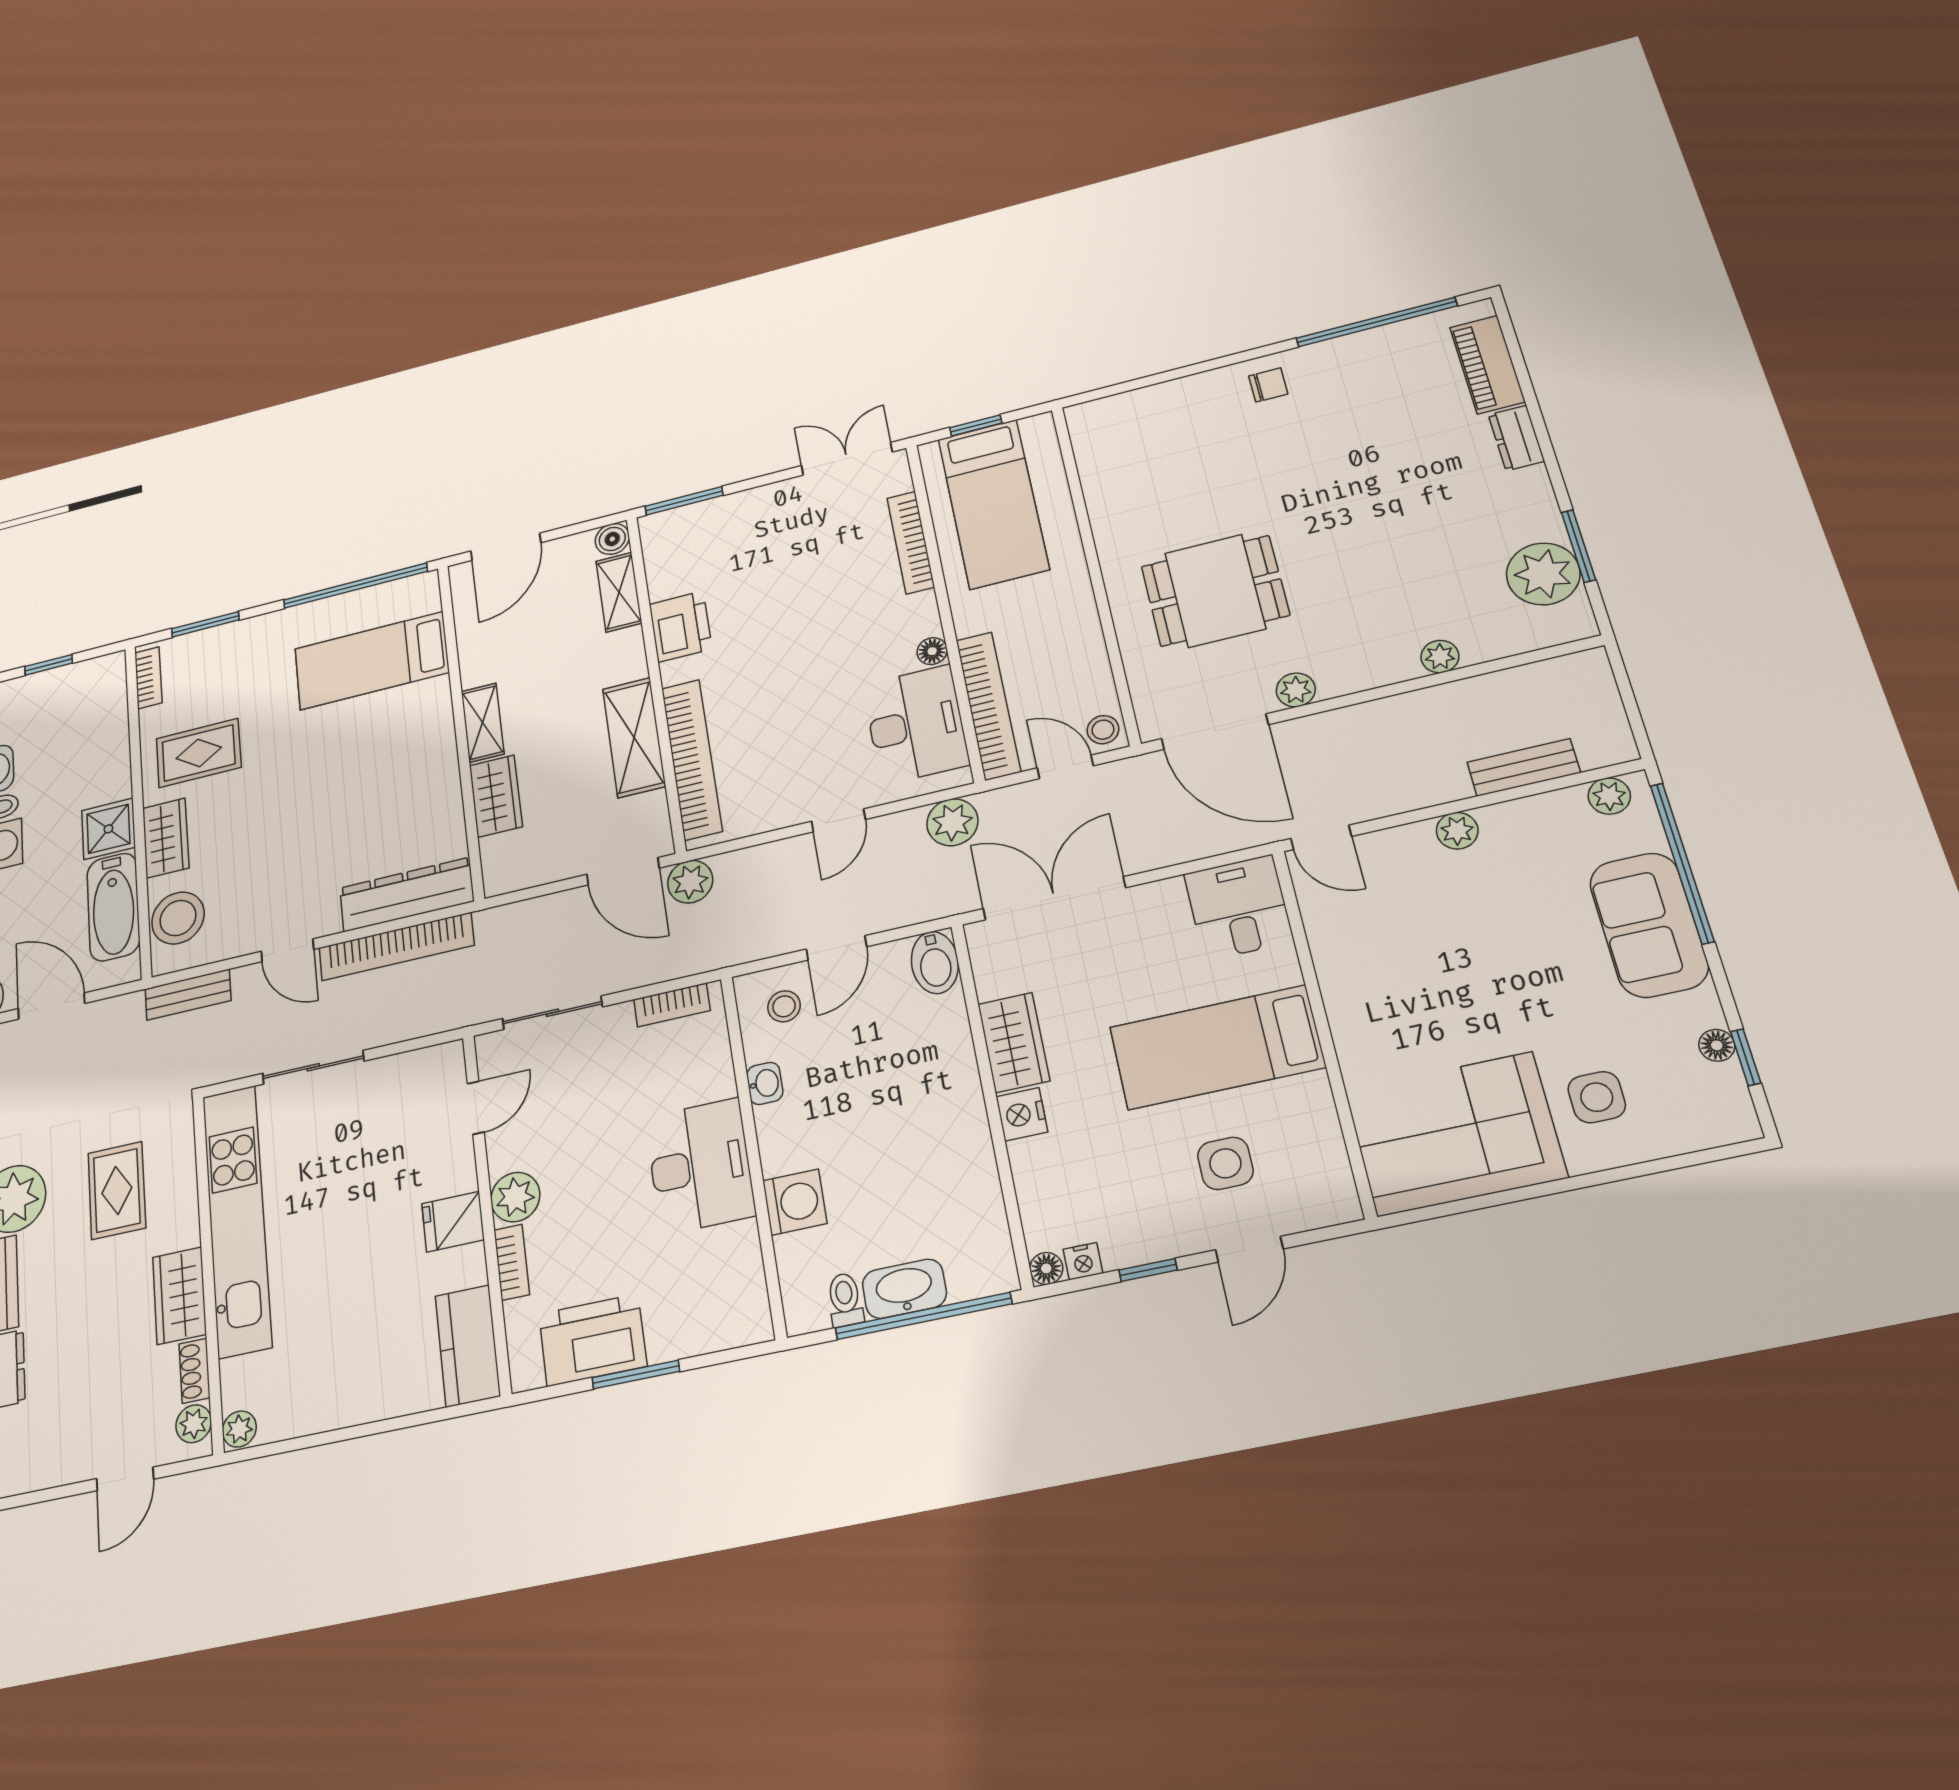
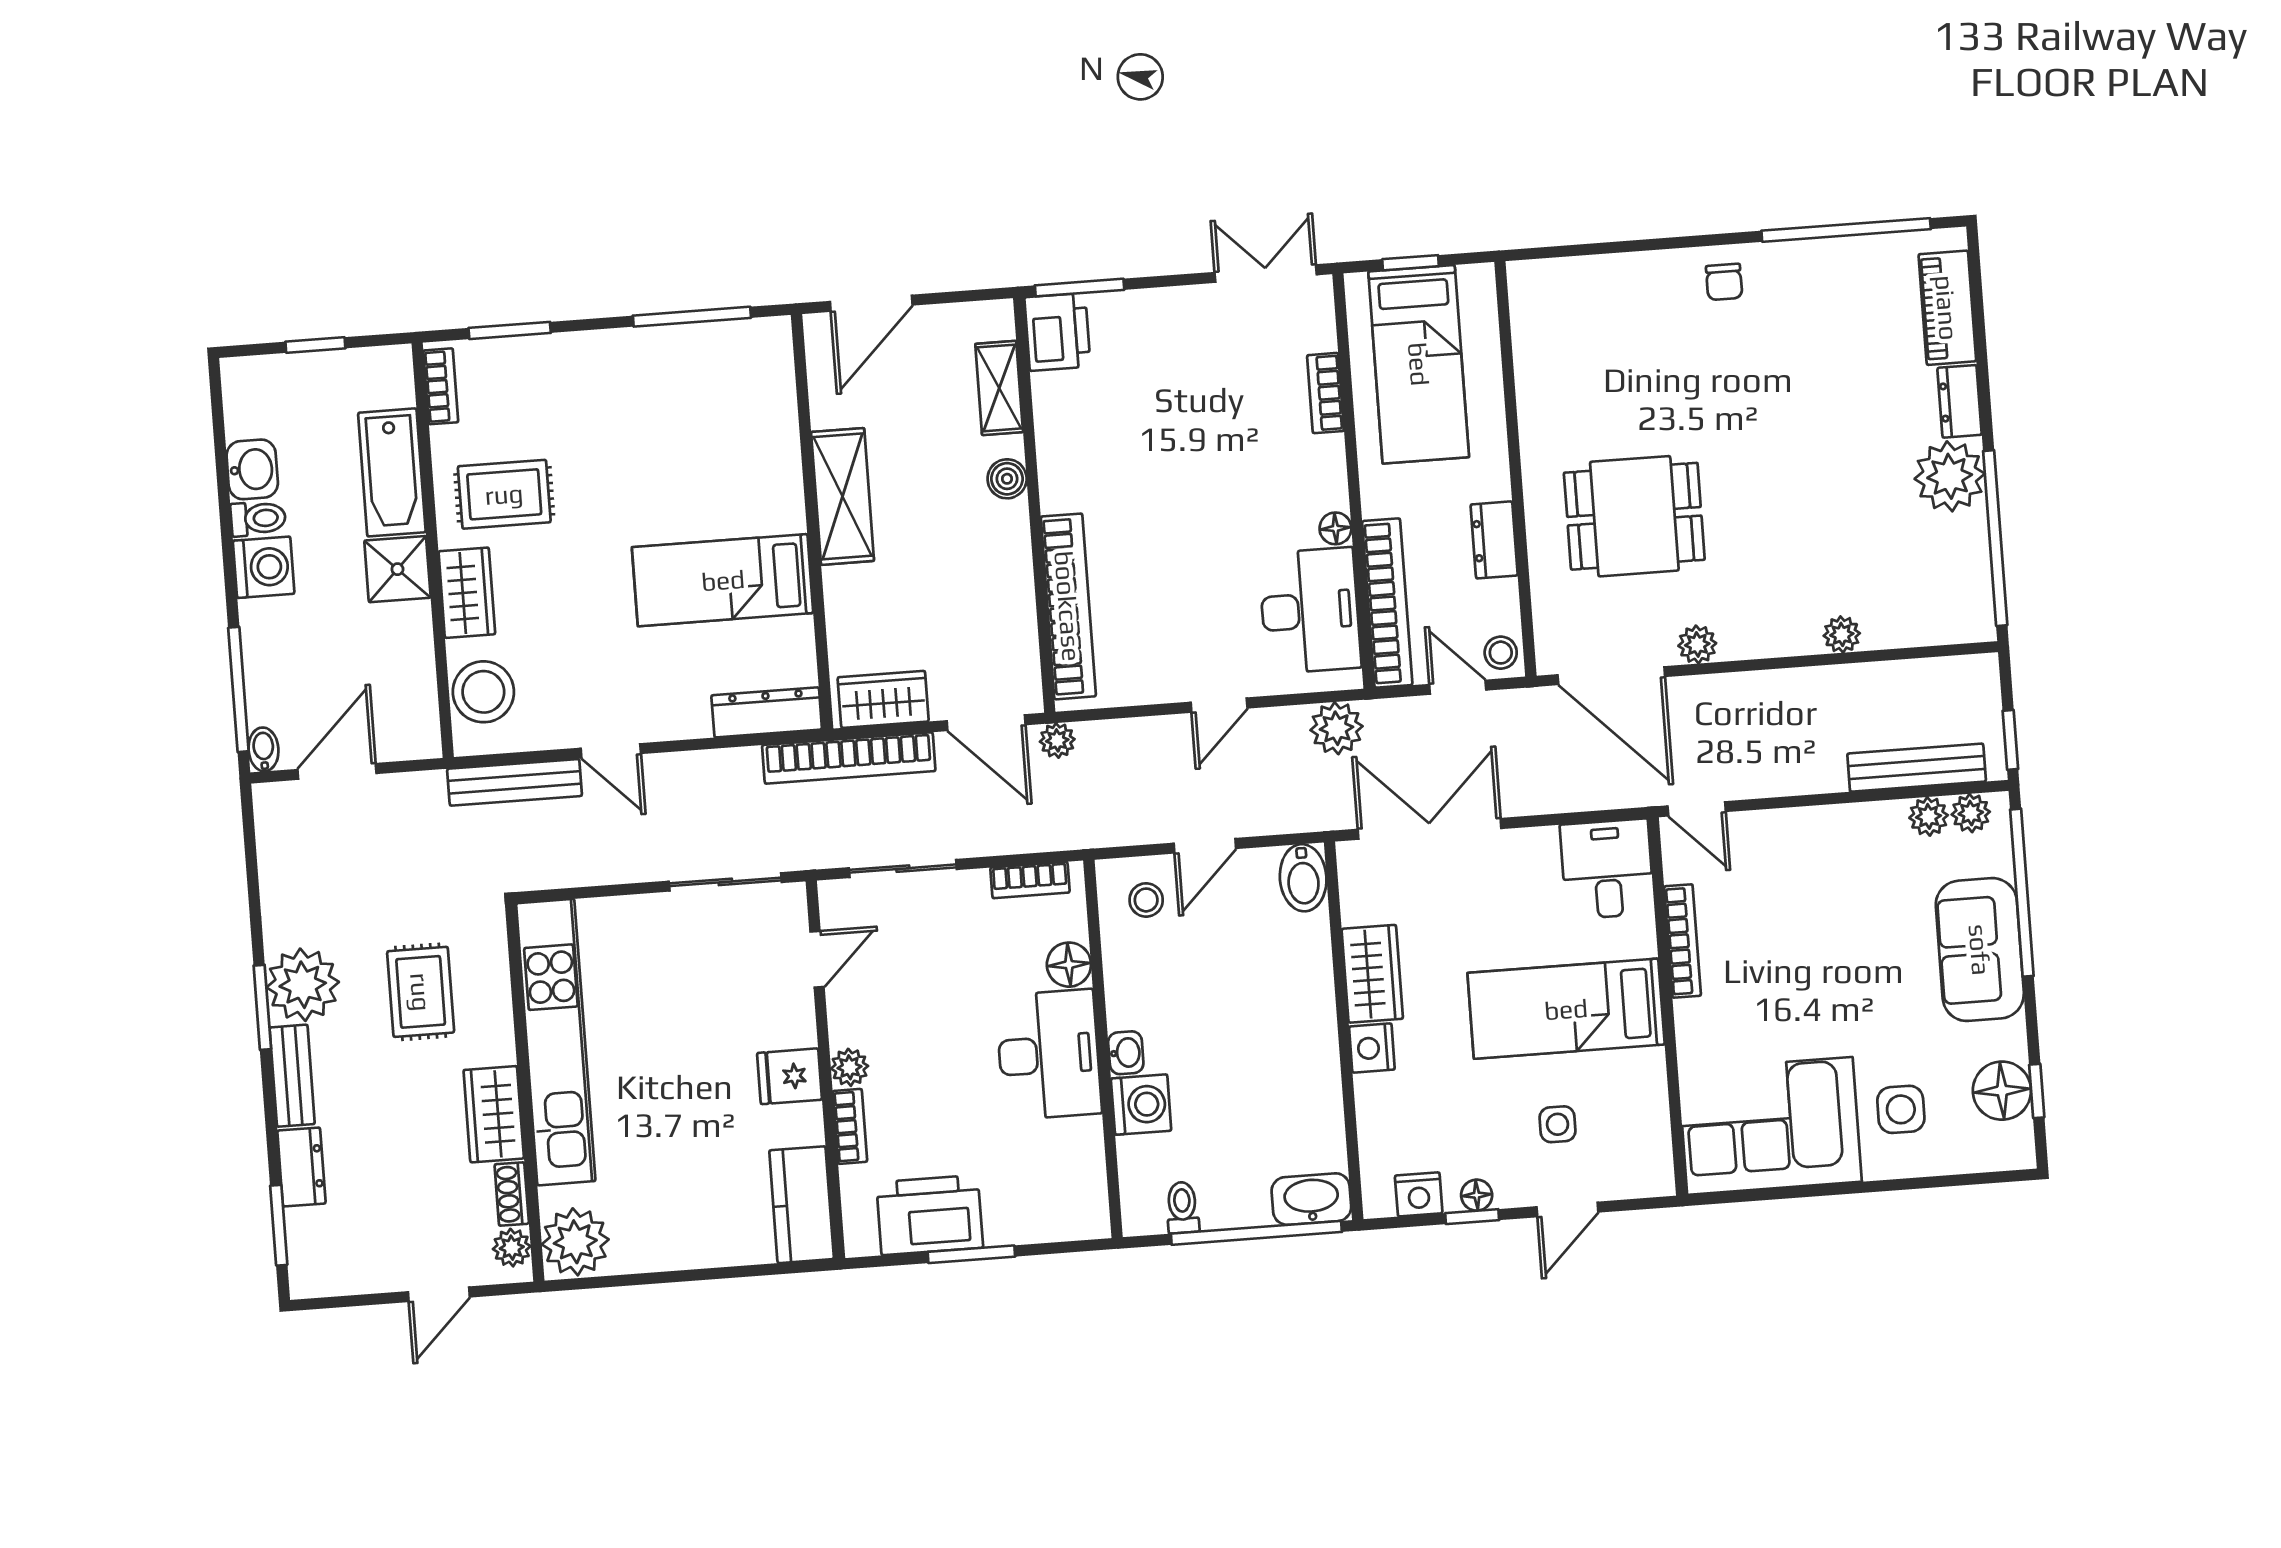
chair: (1268, 385) -> (1724, 282), turned 90
boiler: (612, 539) -> (1007, 479), moved
bookcase: (911, 542) -> (1326, 393), width x0.64
window: (1578, 546) -> (1995, 538), width x2.11
plant: (1543, 574) -> (1950, 476), moved
window: (355, 586) -> (692, 317), width x0.68
printer: (681, 627) -> (1057, 332), moved
dresser: (1083, 634) -> (1494, 540), added
bed: (372, 661) -> (723, 580), moved
window: (1636, 722) -> (2010, 740), added
shelving: (483, 723) -> (843, 496), width x1.50, depth x1.33
shelving: (634, 737) -> (1007, 569), removed
bench: (1524, 767) -> (1917, 768), width x1.36
wardrobe: (496, 796) -> (883, 699), moved, turned -90
plant: (1457, 831) -> (1929, 816), moved
plant: (690, 882) -> (1057, 740), width x0.73, depth x0.73
dresser: (407, 895) -> (767, 712), width x0.73, depth x0.80
bathtub: (113, 907) -> (392, 472), moved
bookcase: (396, 946) -> (849, 758), moved
bookcase: (1328, 964) -> (1683, 941), added
bench: (188, 995) -> (515, 782), width x1.36
door: (51, 1006) -> (337, 771), hinge flipped
floor lamp: (1717, 1045) -> (2002, 1091), width x1.89, depth x1.89
sliding door: (313, 1067) -> (725, 882), moved
floor lamp: (714, 1078) -> (1069, 965), added
washbasin: (765, 1083) -> (1126, 1053), moved
side table: (1225, 1163) -> (1558, 1124), width x0.73, depth x0.73
plant: (515, 1197) -> (850, 1067), width x0.73, depth x0.73
nightstand: (1083, 1261) -> (1419, 1194), width x1.39, depth x1.35
floor lamp: (1046, 1268) -> (1477, 1195), moved
washbasin: (904, 1289) -> (1311, 1199), moved
plant: (239, 1429) -> (575, 1242), width x1.88, depth x1.88

